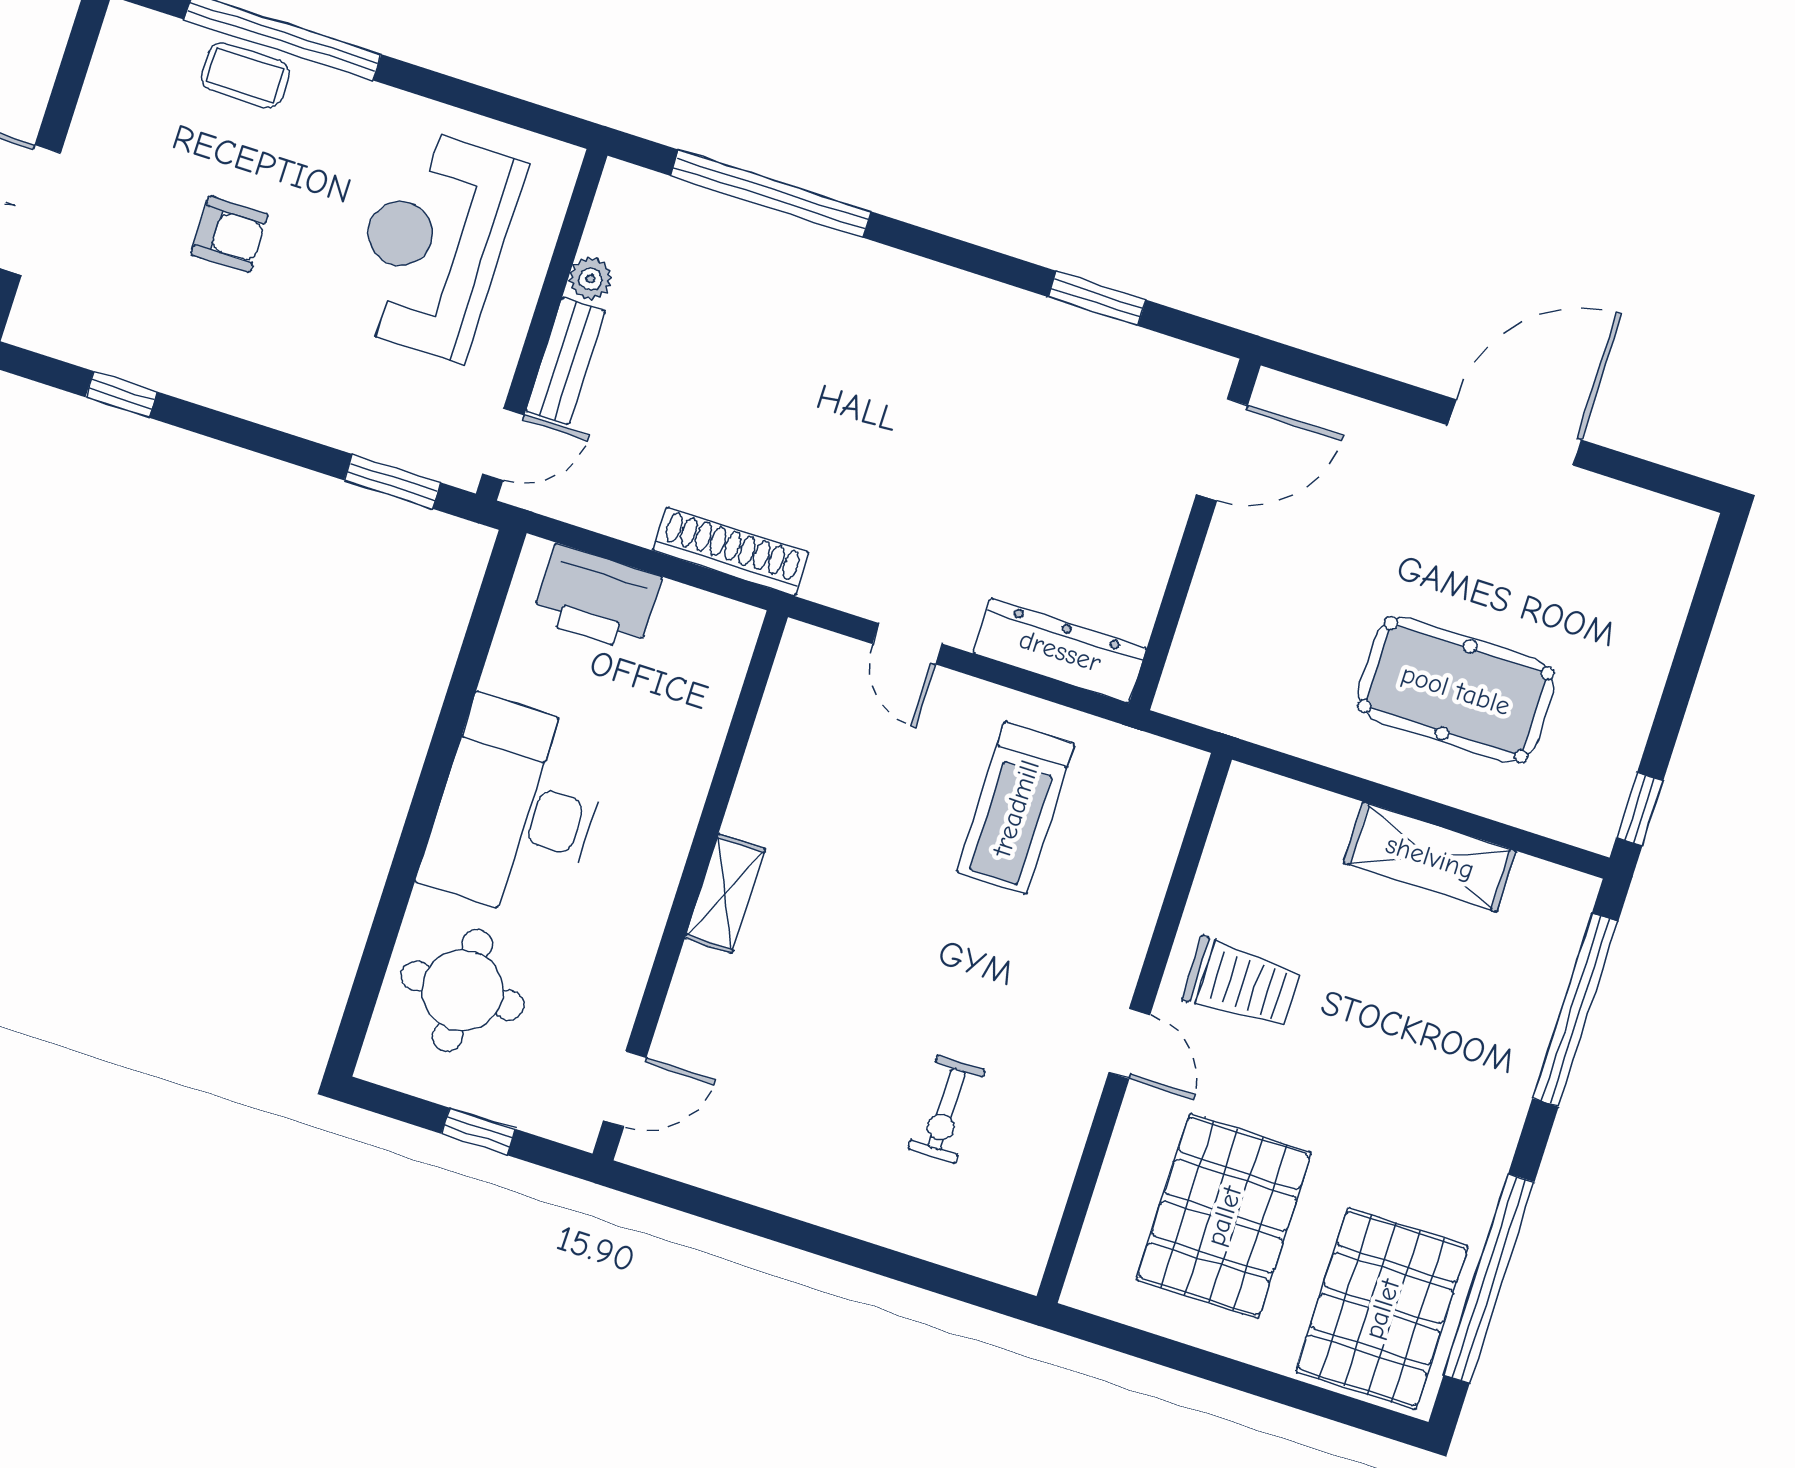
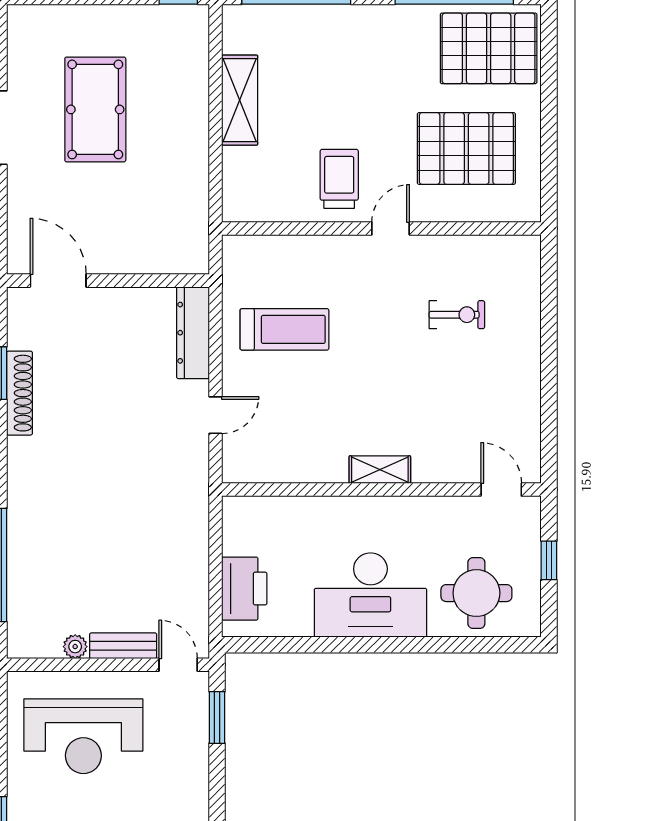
shoe rack: (731, 551) -> (19, 393), moved, turned 180
pool table: (1456, 690) -> (95, 109), moved

